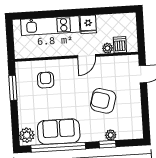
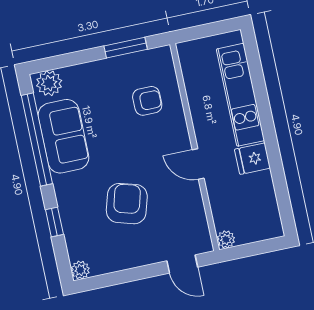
dishwasher: (120, 45) -> (226, 217), removed
plant: (108, 48) -> (226, 239), moved
plant: (111, 135) -> (80, 270), moved

